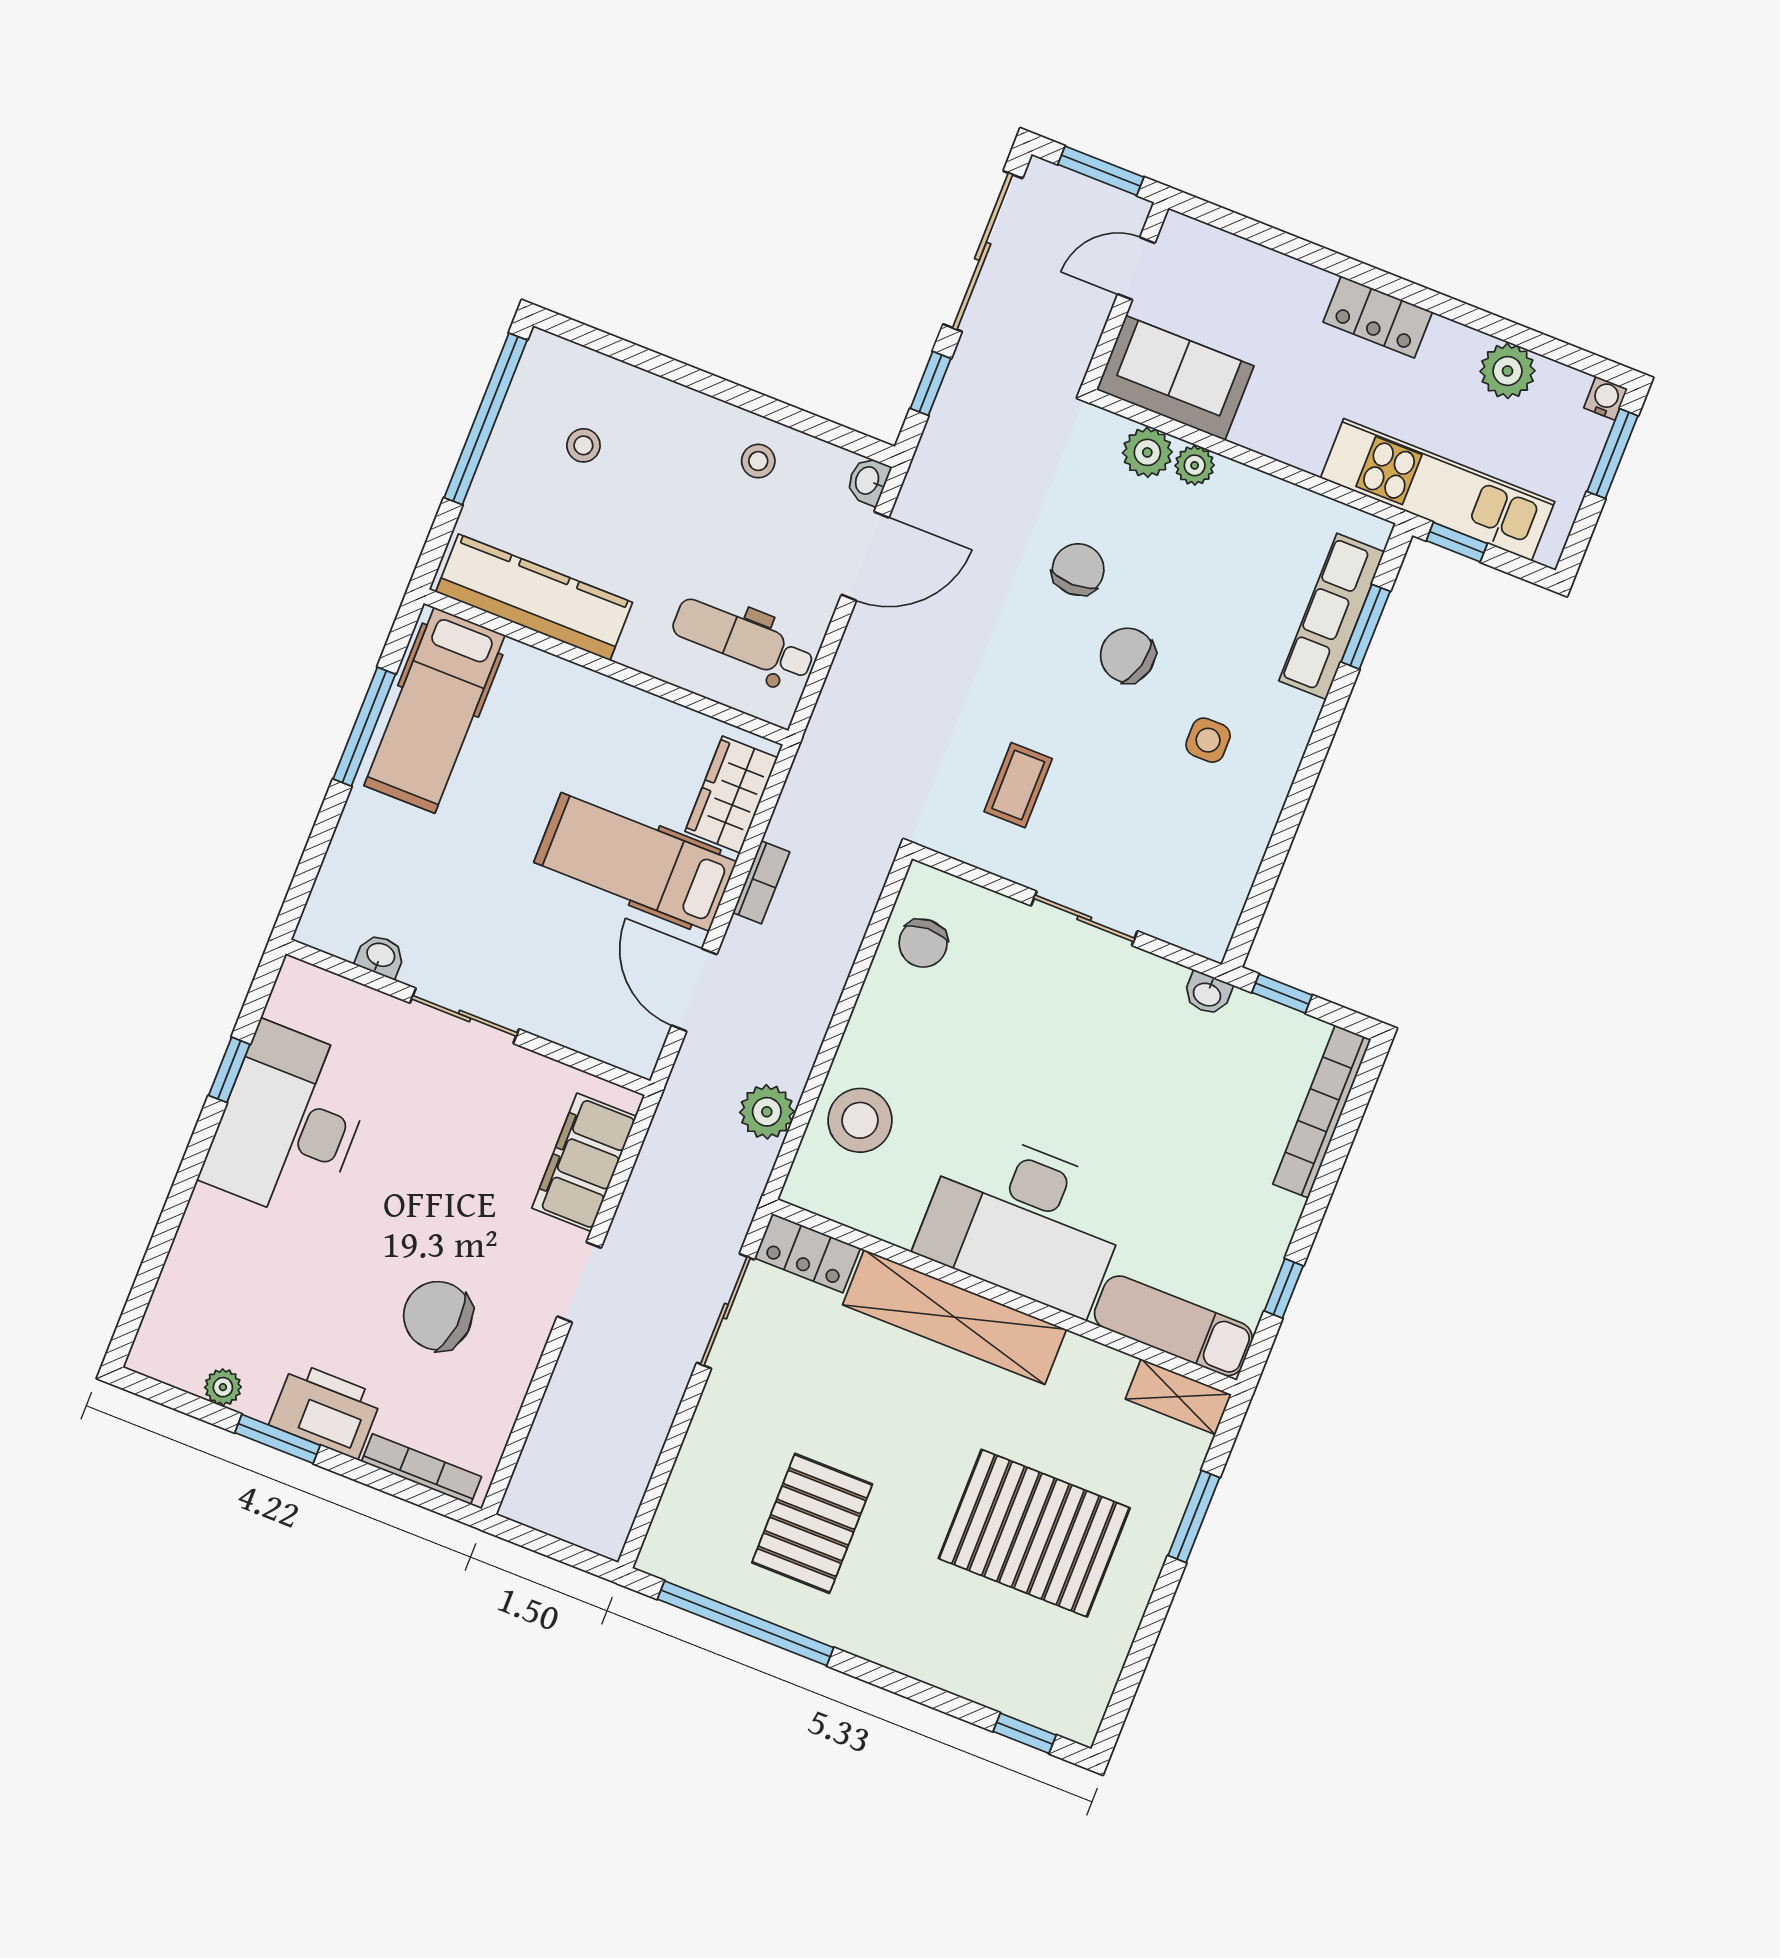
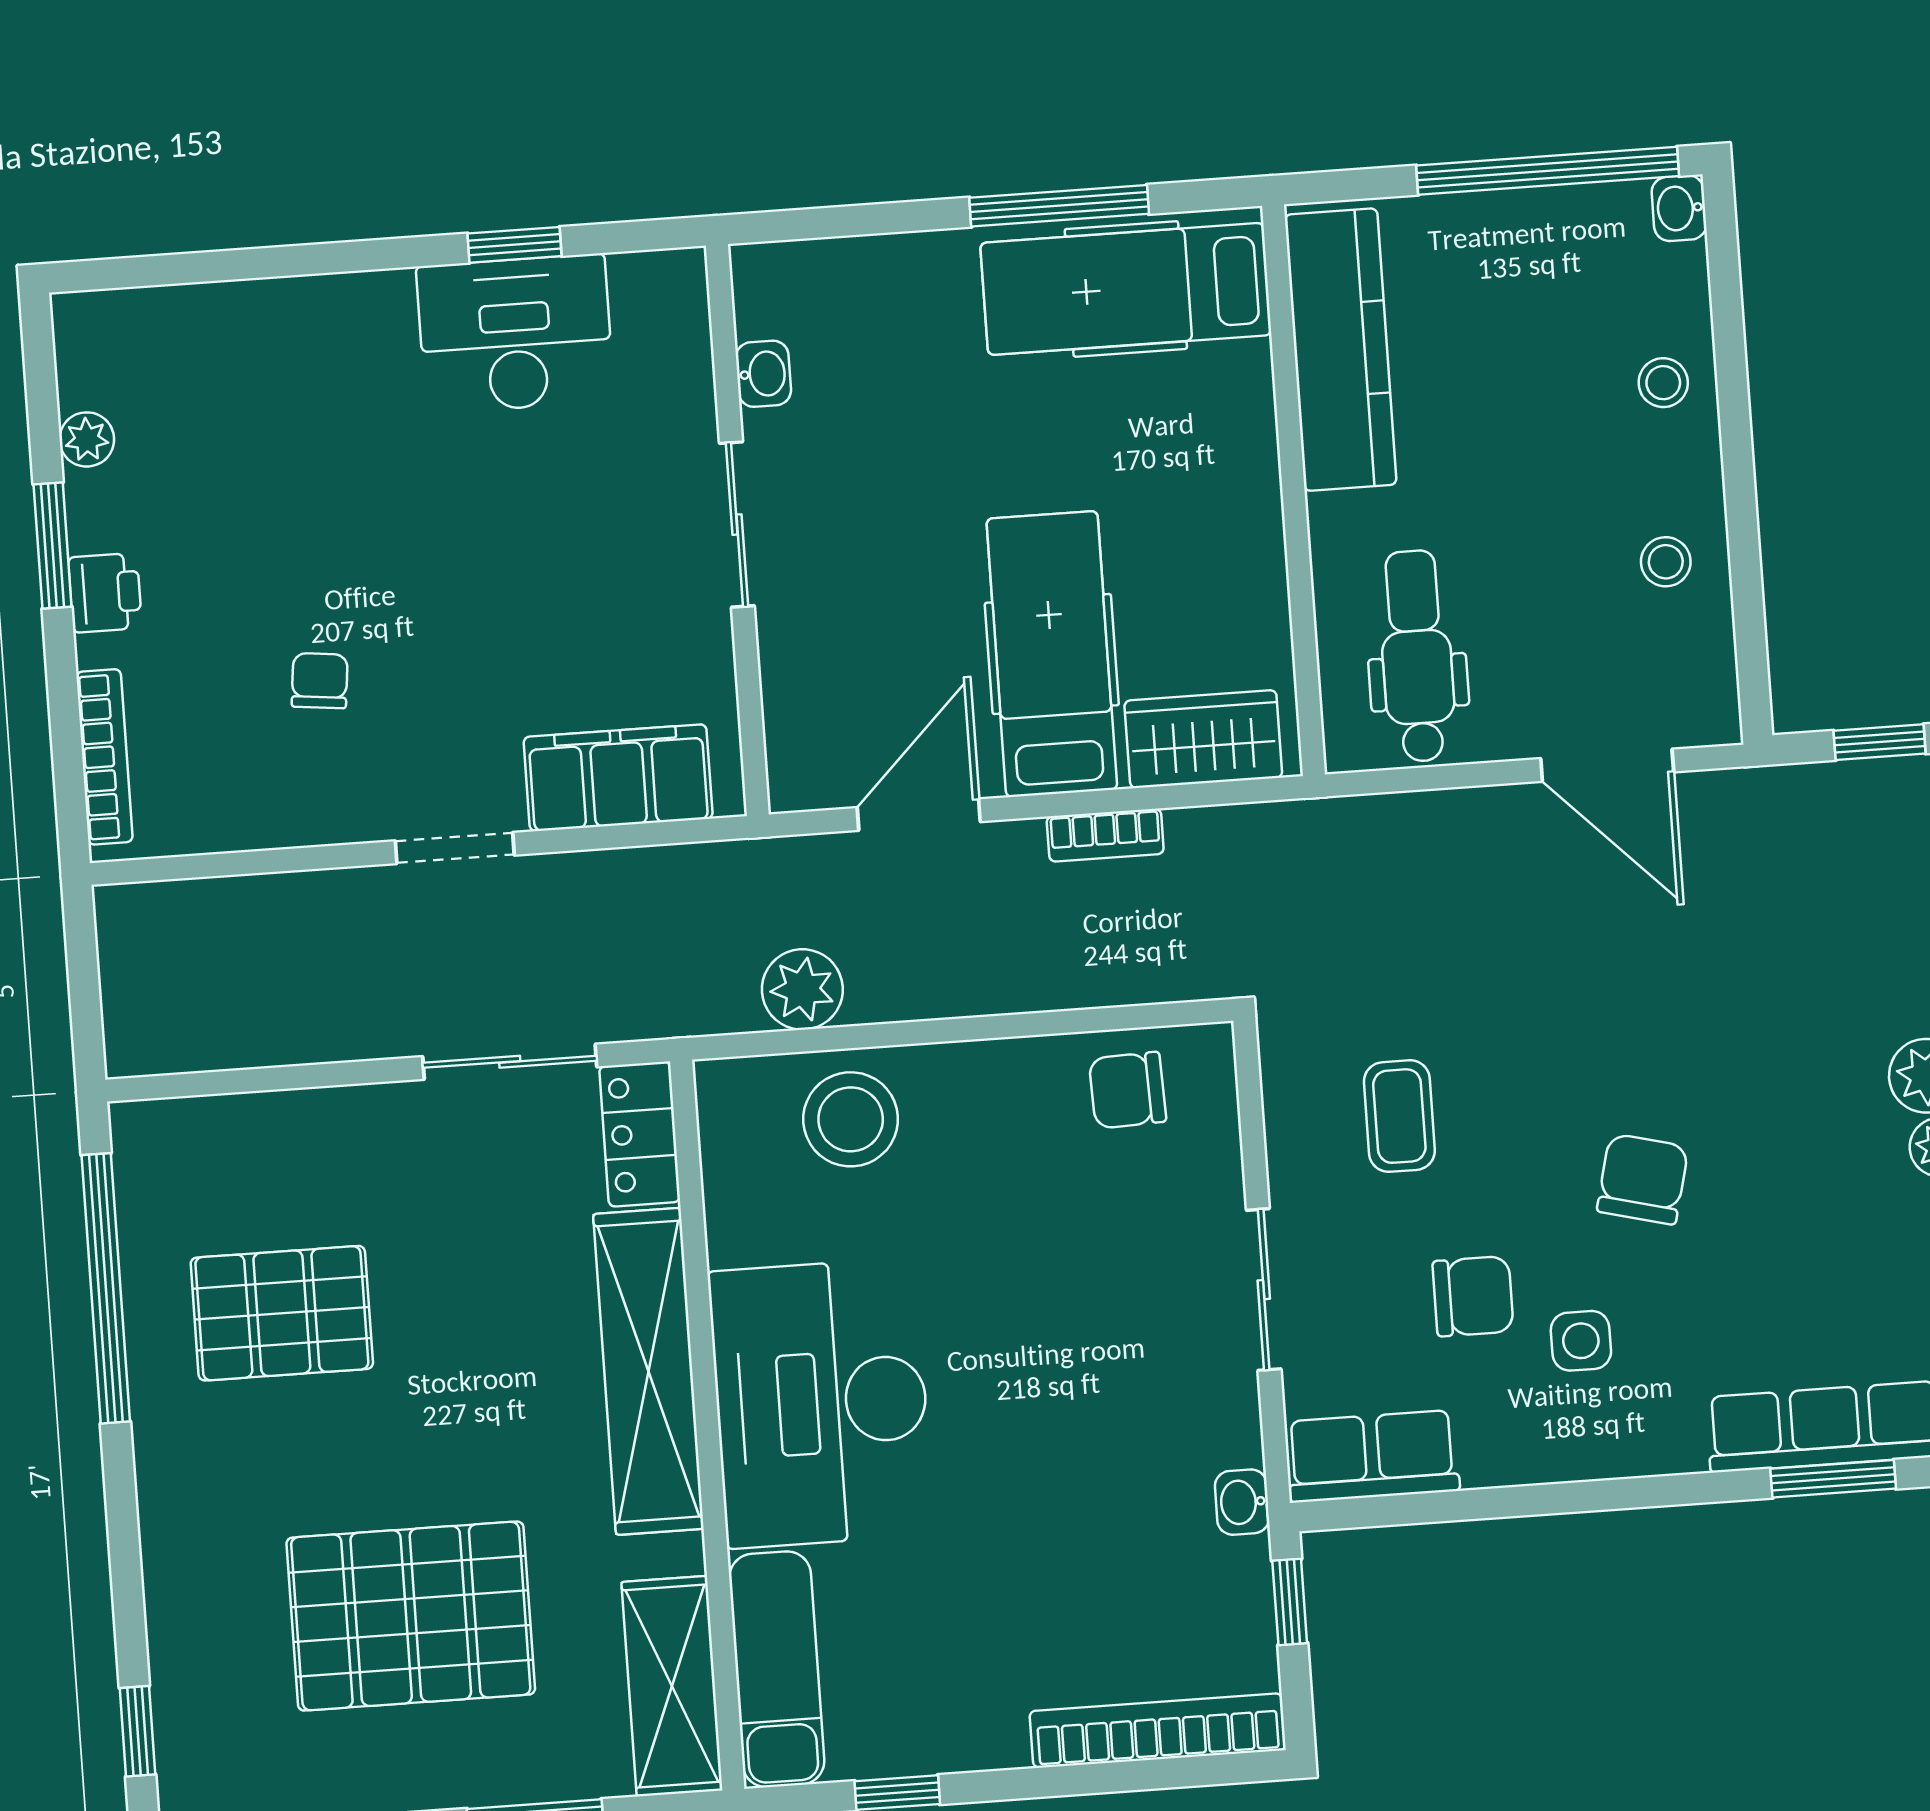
stool: (583, 445) -> (1663, 383), moved
washbasin: (868, 481) -> (1679, 208), moved, turned -90
chair: (1078, 569) -> (1473, 1296), moved
coffee table: (1018, 785) -> (1399, 1116), turned 90
row of seats: (1217, 901) -> (1372, 1456), added
desk: (289, 1122) -> (515, 334), width x0.73, depth x0.77
chair: (438, 1316) -> (320, 681), width x0.54, depth x0.54
shelving: (1178, 1397) -> (672, 1686), width x1.50, depth x1.33
printer: (326, 1410) -> (105, 593), width x0.53, depth x0.68
pallet: (1034, 1533) -> (411, 1616), turned 90

